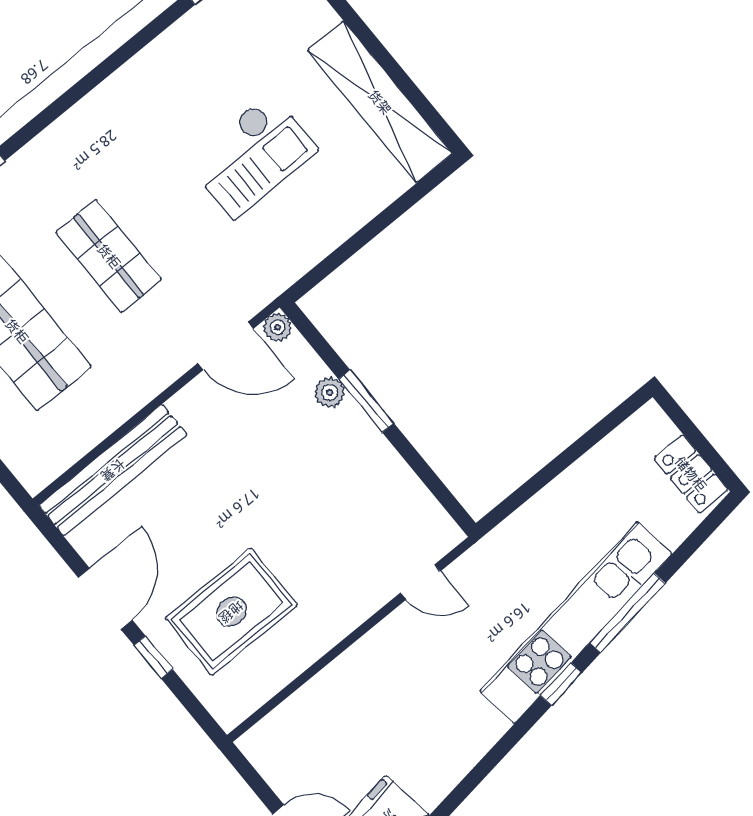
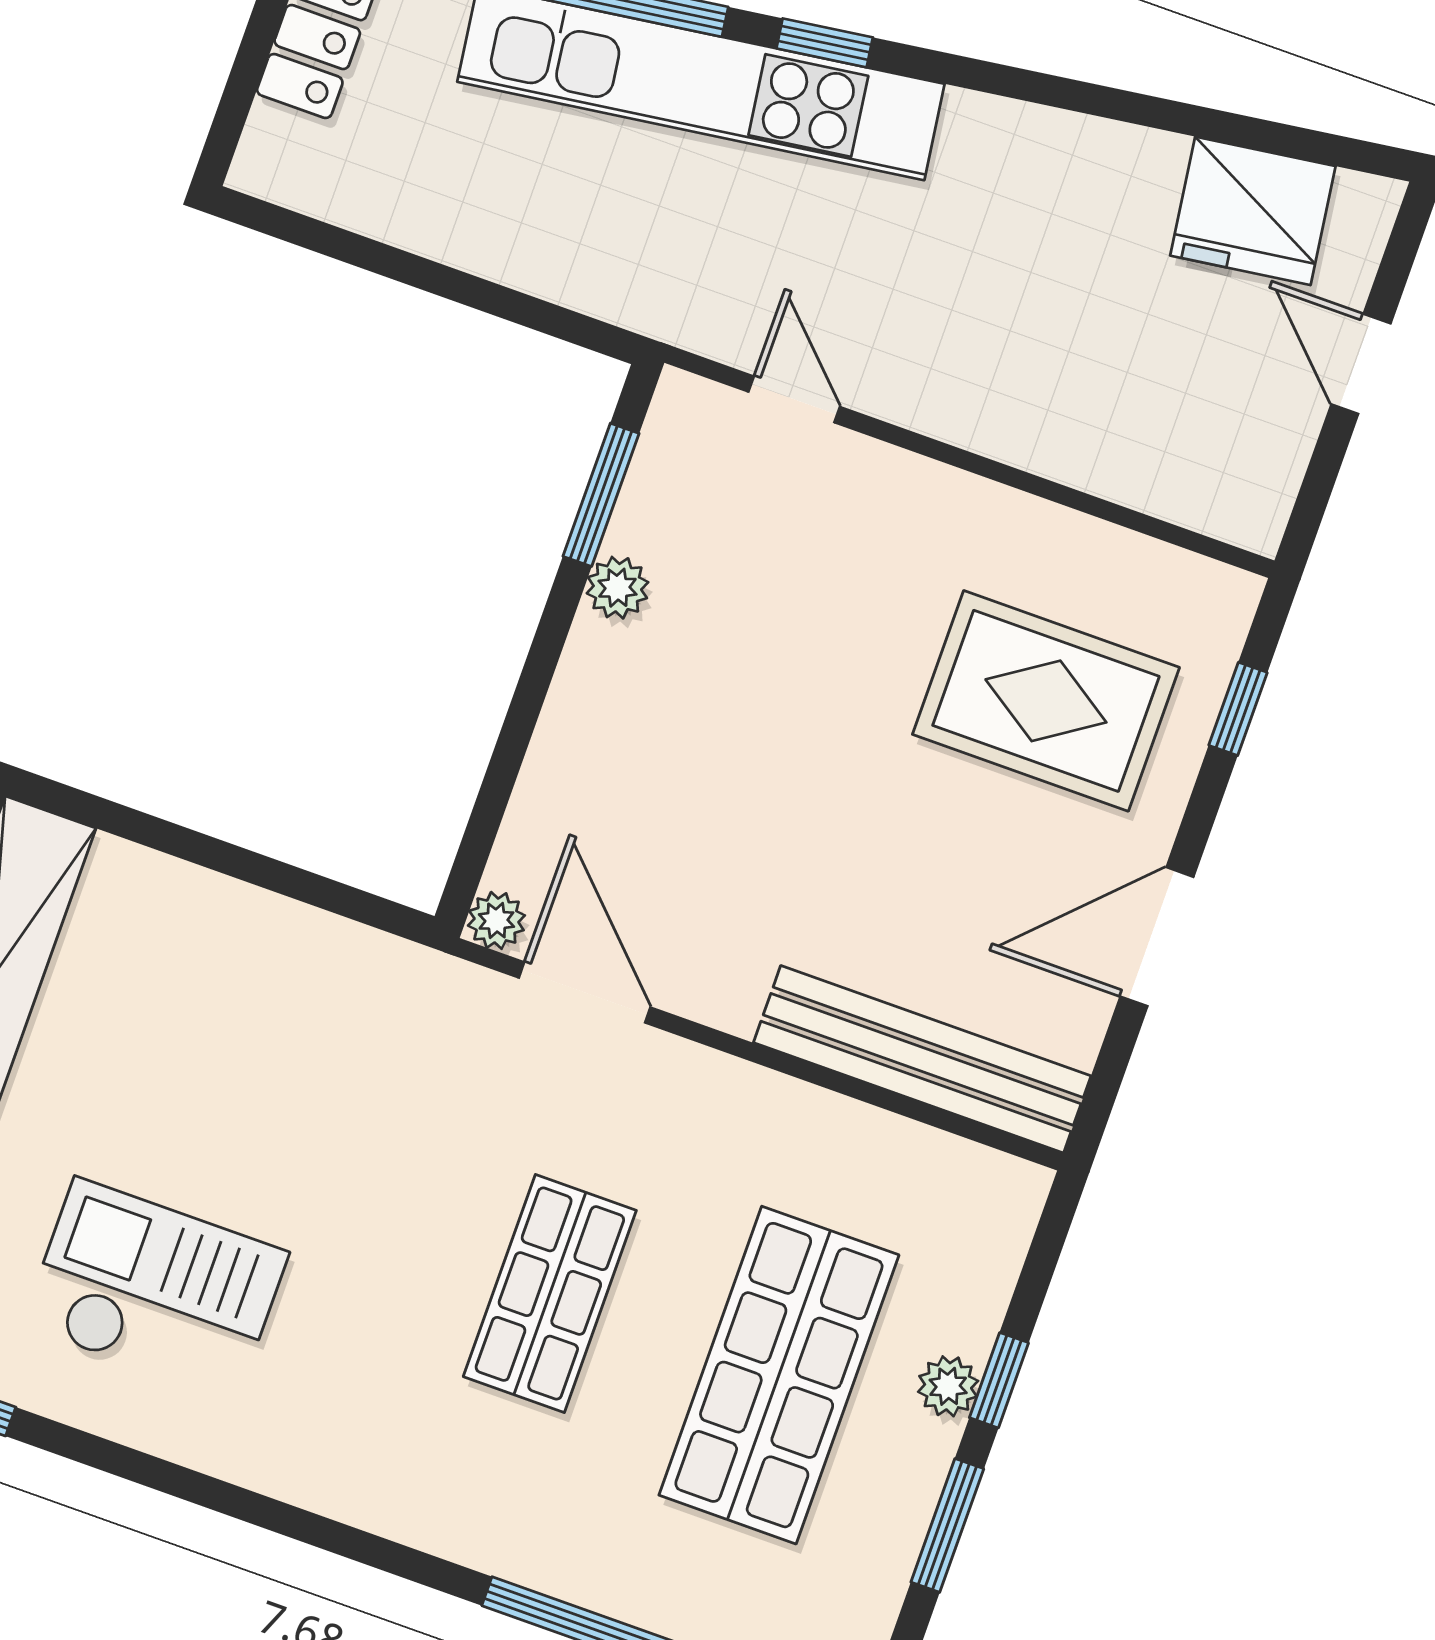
checkout: (252, 156) -> (155, 1290), moved
plant: (330, 393) -> (617, 588), moved
window: (366, 401) -> (601, 495), moved
window: (153, 657) -> (1238, 709), moved

